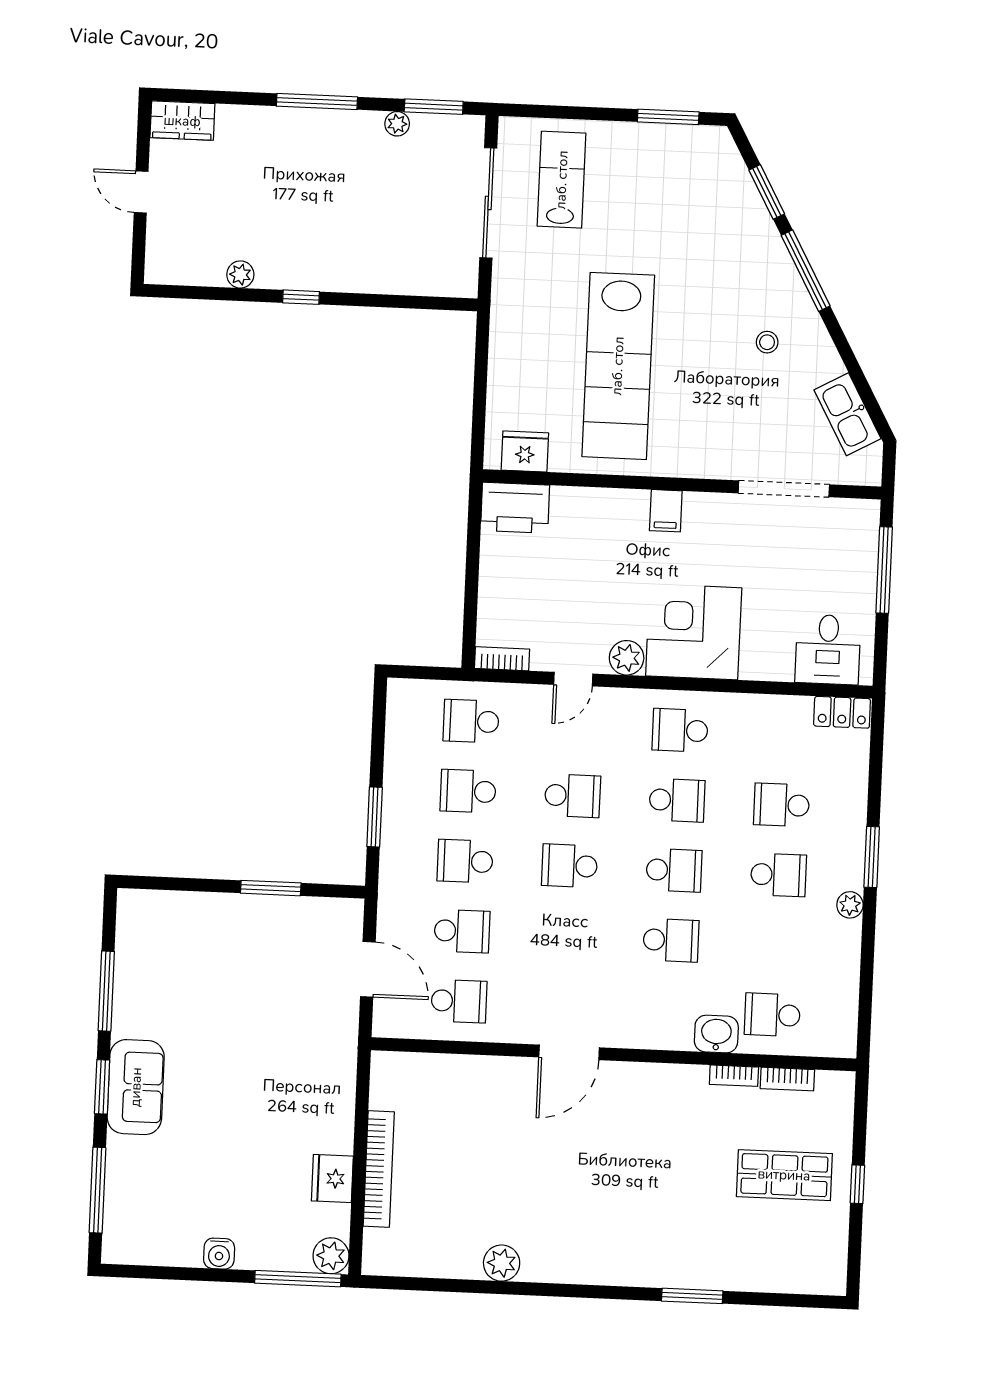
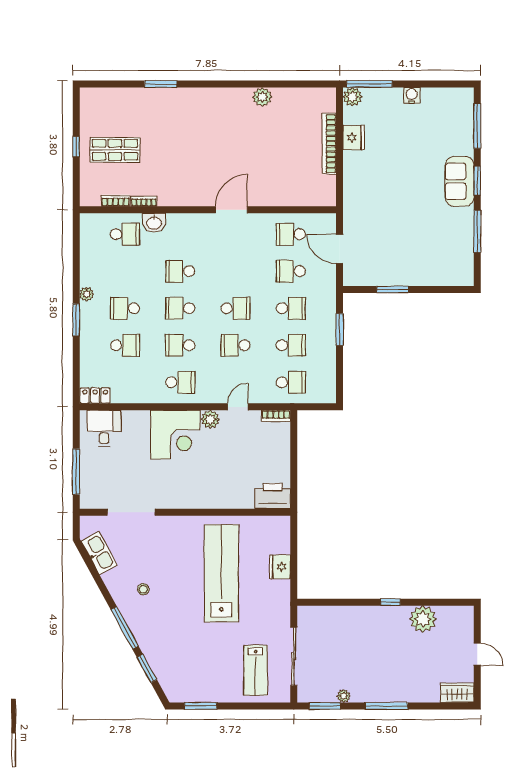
plant: (240, 275) -> (423, 619), width x1.88, depth x1.88
fridge: (525, 451) -> (280, 567), moved, turned 90
filing cabinet: (666, 511) -> (193, 498), removed

